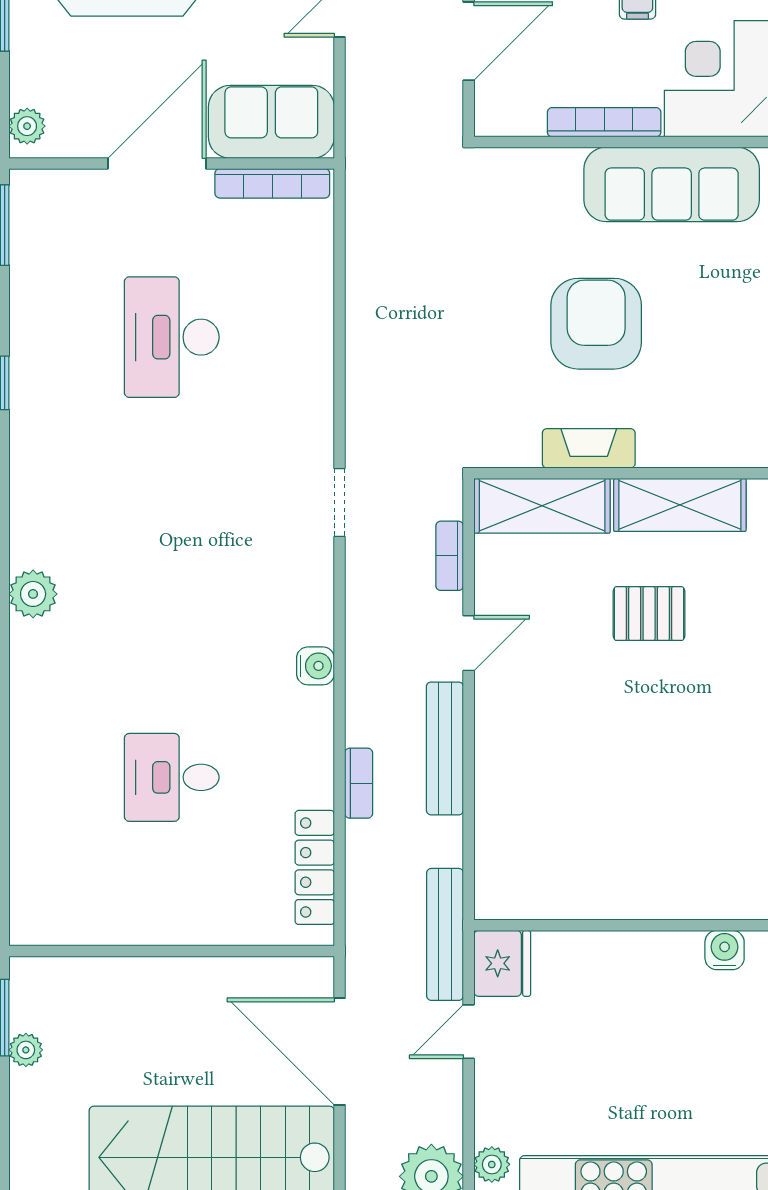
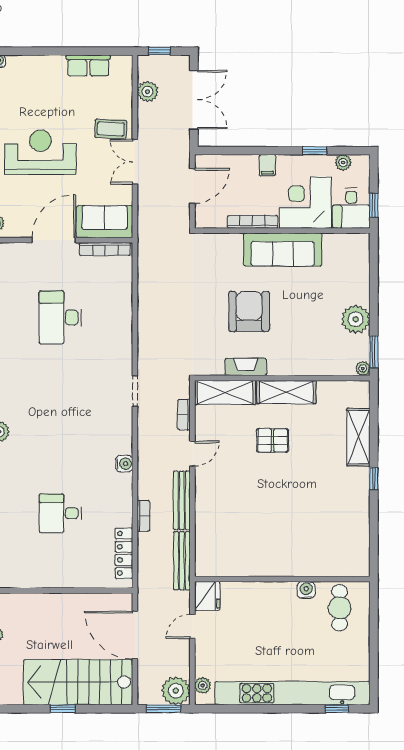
bench: (445, 934) -> (182, 561), moved

